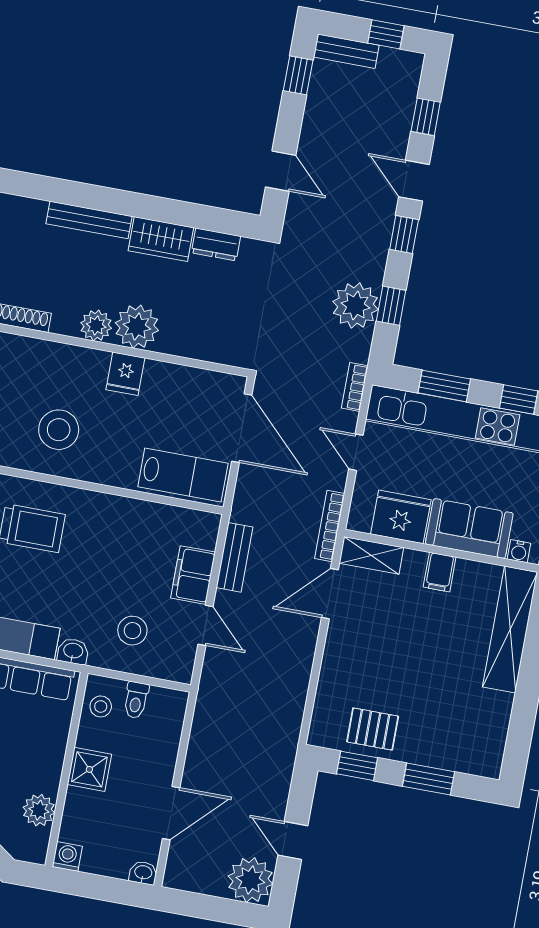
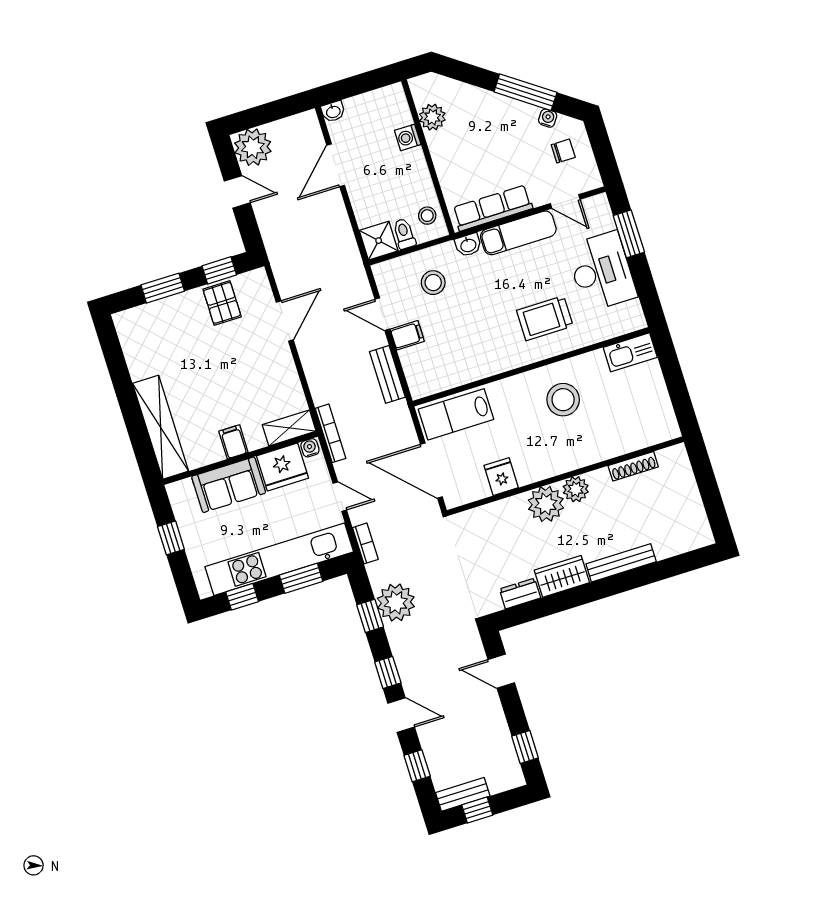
bench: (346, 51) -> (463, 794), moved
fridge: (125, 374) -> (501, 477), moved
water cooler: (519, 551) -> (310, 448), moved
filing cabinet: (193, 575) -> (407, 335), width x0.50
door: (330, 594) -> (285, 321), moved
pallet: (373, 729) -> (222, 303), turned 90
shower: (89, 769) -> (379, 241), moved
washing machine: (67, 856) -> (408, 137), moved, turned 90

